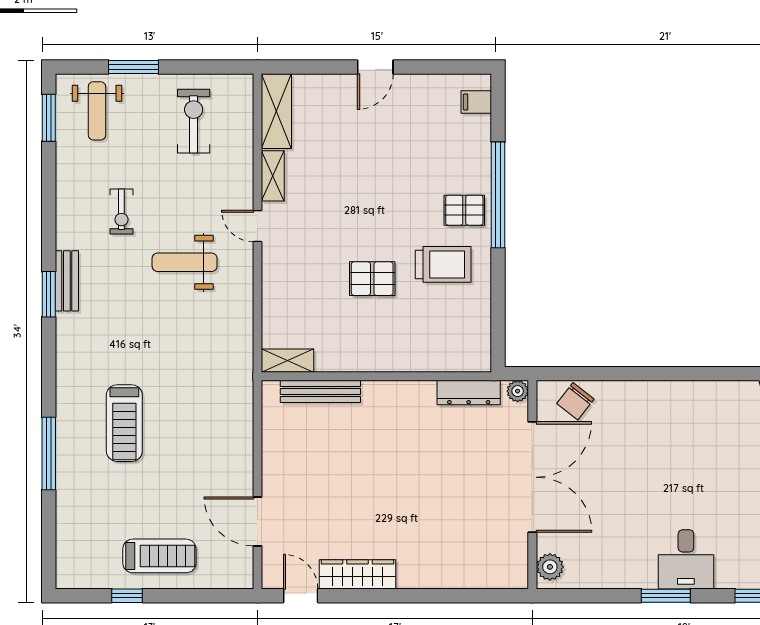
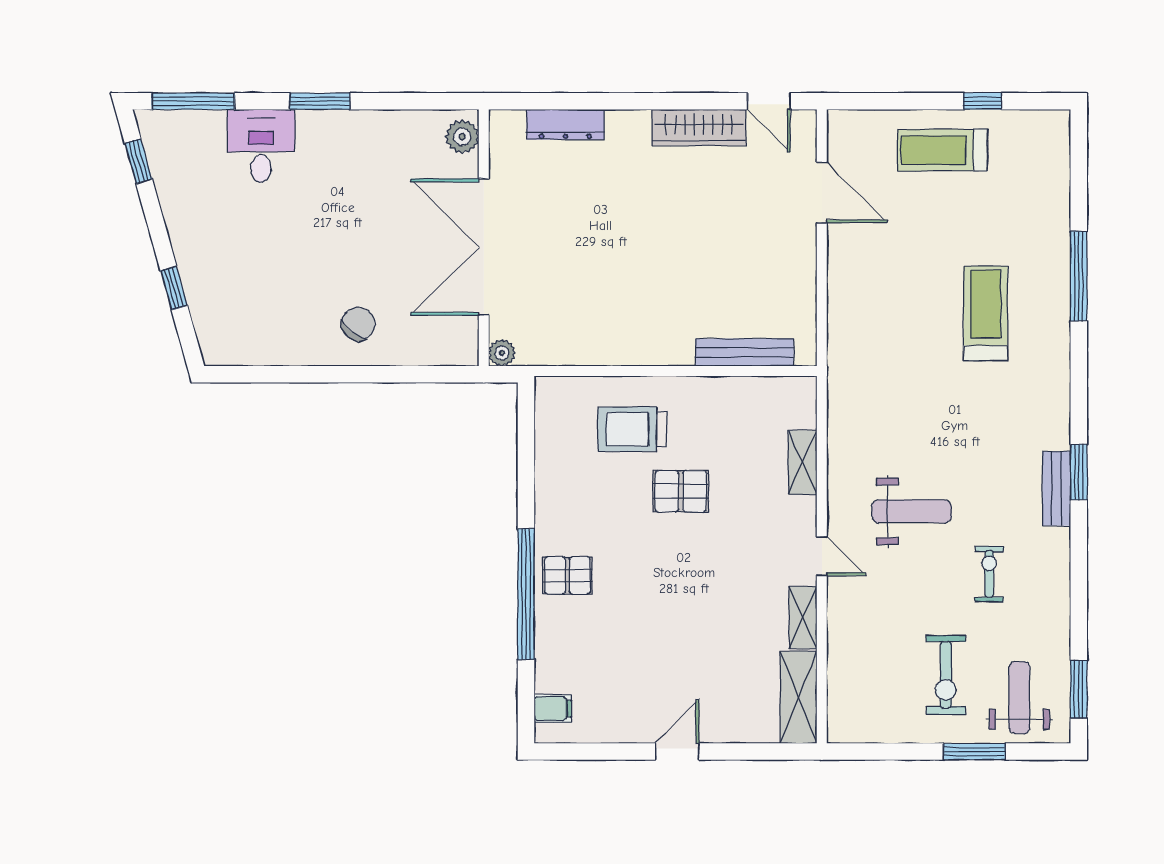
exercise bike: (194, 121) -> (946, 675), moved
trolley: (443, 264) -> (632, 429), moved
shelving: (288, 361) -> (803, 462), moved, turned 90
dresser: (469, 393) -> (565, 124), moved, turned 180
chair: (575, 401) -> (358, 324), moved
desk: (686, 559) -> (261, 146), moved

